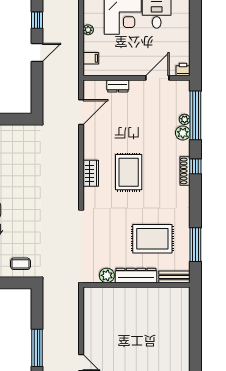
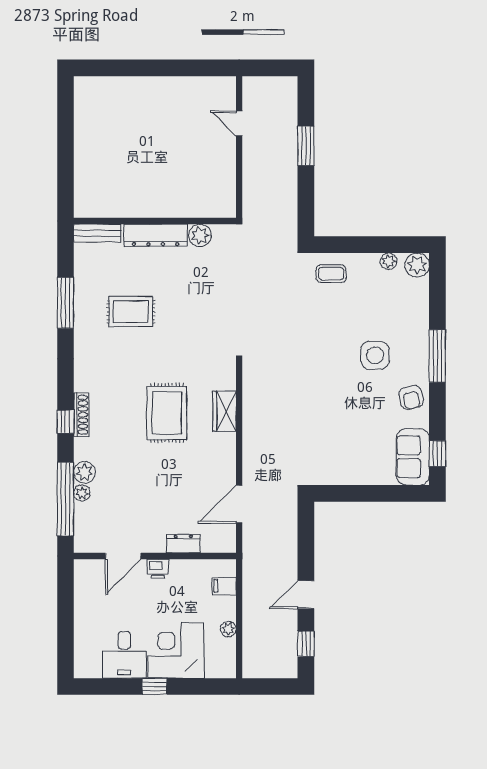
printer: (183, 70) -> (158, 569), moved
rug: (152, 239) -> (131, 312), width x0.73, depth x0.70
plant: (107, 275) -> (200, 235), moved
dresser: (136, 275) -> (156, 235), moved
bench: (174, 277) -> (97, 233), moved
wall: (136, 285) -> (155, 221), moved
window: (37, 348) -> (306, 146), width x0.69

